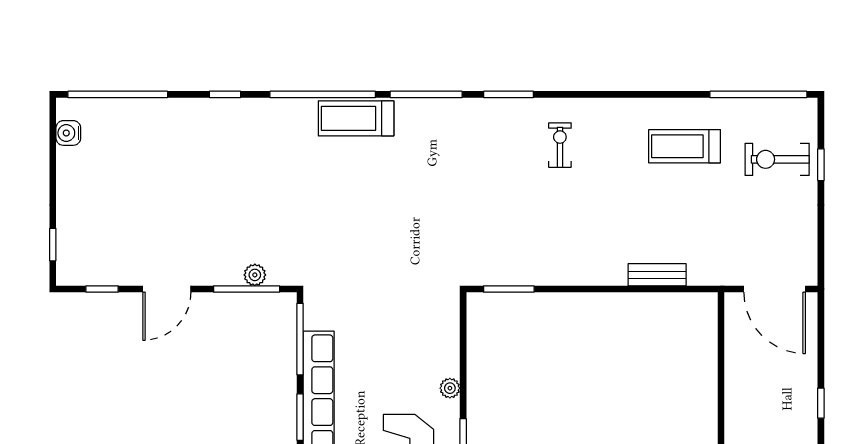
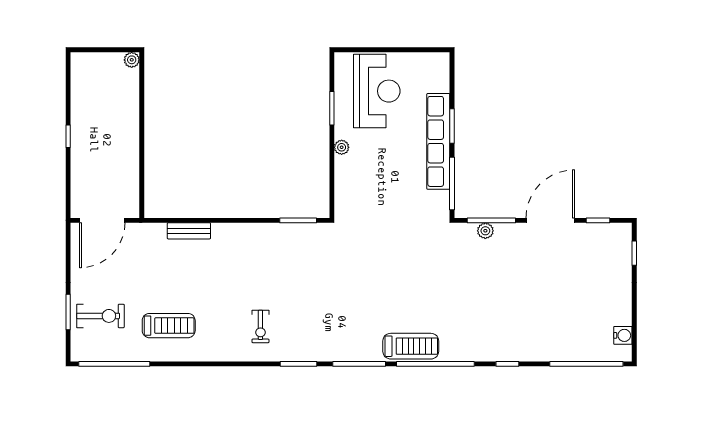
window: (821, 165) -> (68, 312), width x1.50
door: (167, 289) -> (550, 220), width x1.36
door: (775, 289) -> (102, 220), swing flipped

